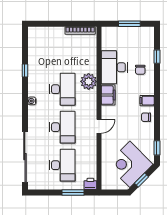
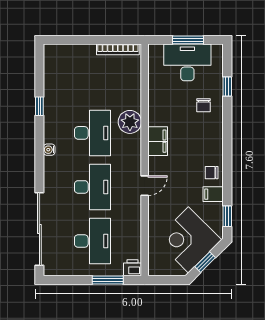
desk: (114, 67) -> (187, 62), moved, turned 90
filing cabinet: (147, 101) -> (213, 194), moved

